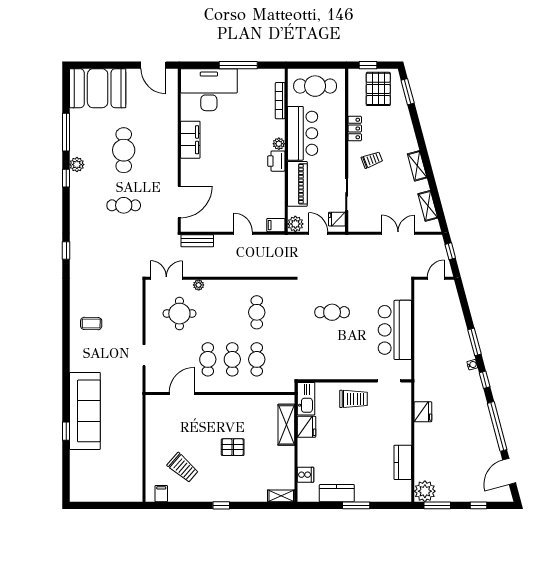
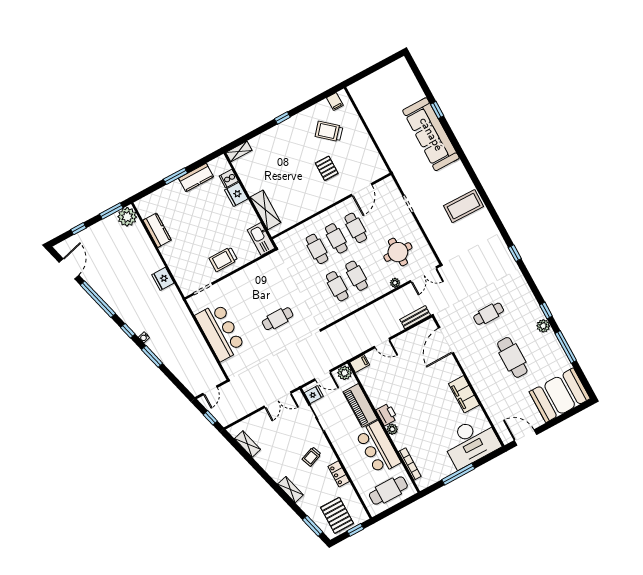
shelving: (417, 166) -> (290, 490), moved
double door: (398, 233) -> (278, 400), moved
cafe table: (232, 312) -> (357, 276), added
coffee table: (91, 324) -> (464, 206), width x1.86, depth x1.72
fridge: (307, 427) -> (236, 194), moved
pallet: (233, 447) -> (327, 168), moved, turned 90

